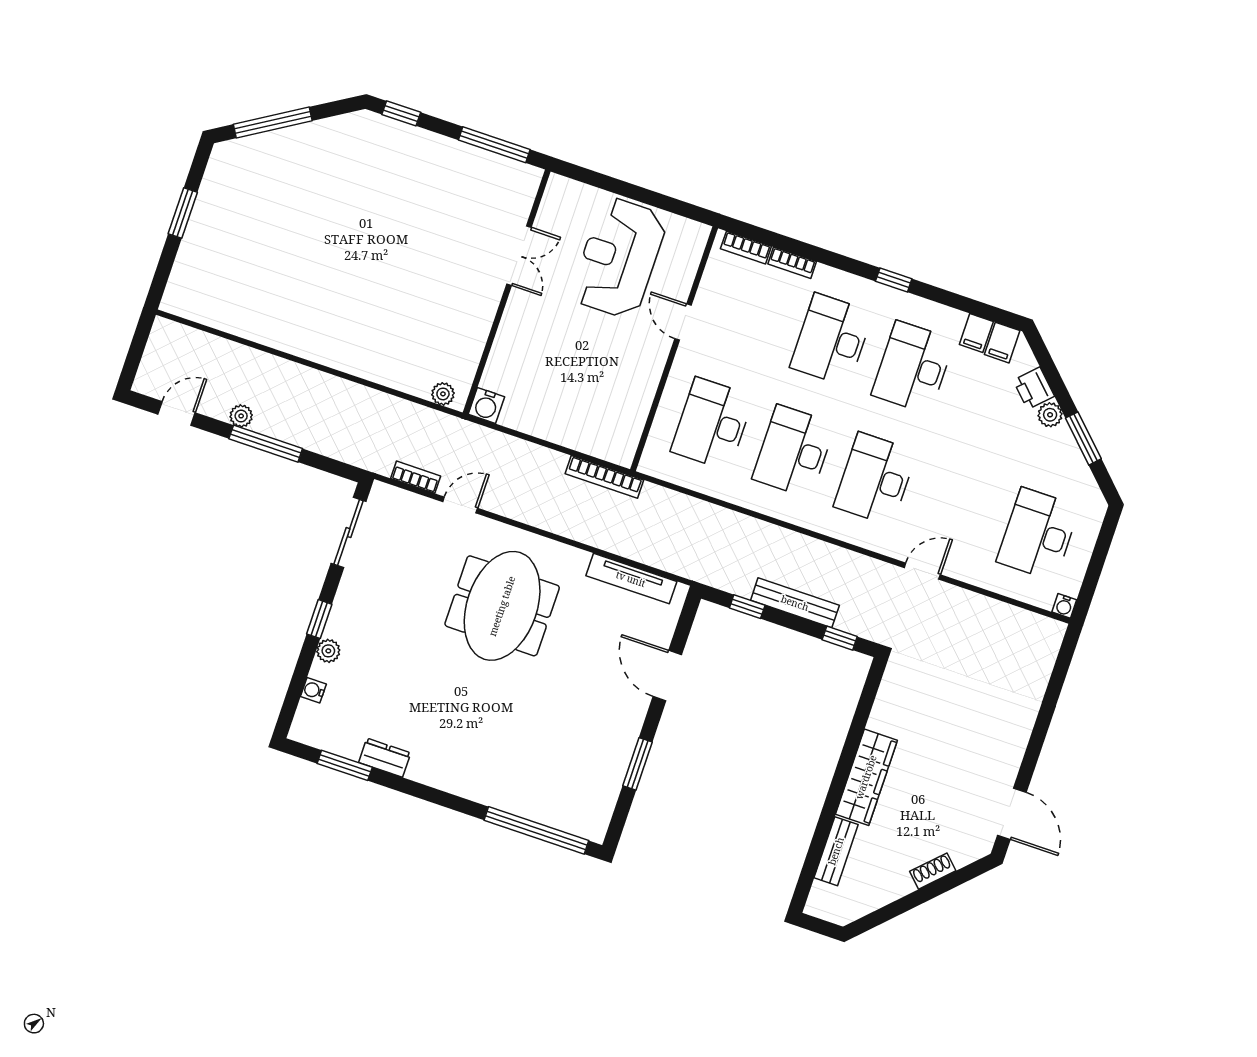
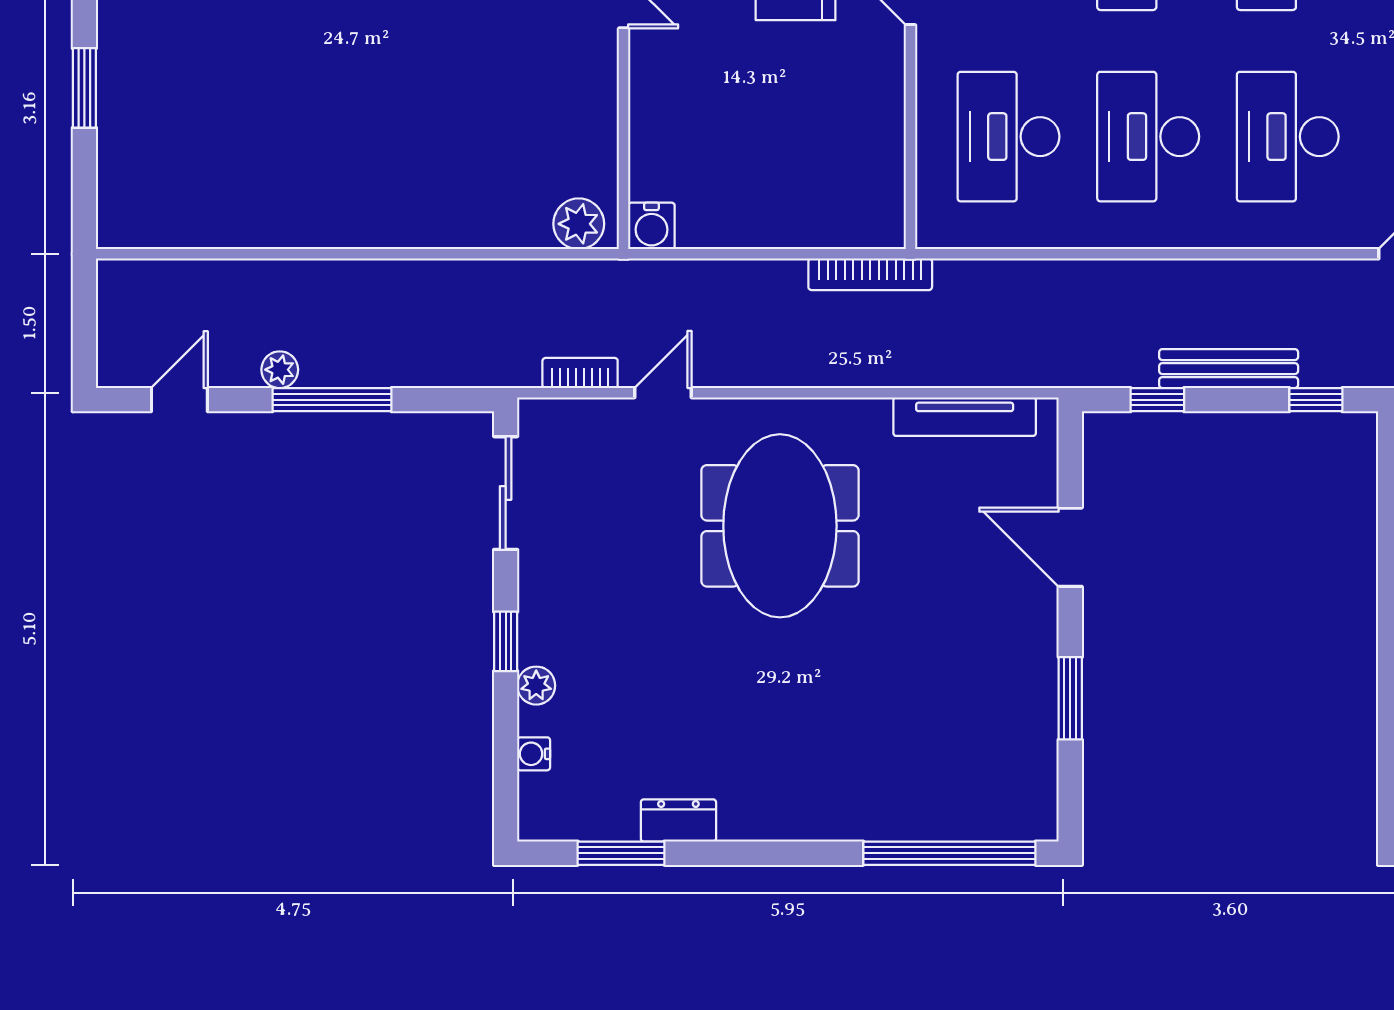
plant: (443, 394) -> (579, 224), width x1.38, depth x1.38

